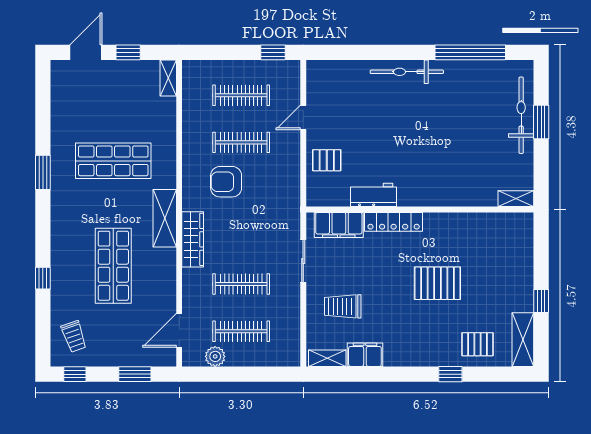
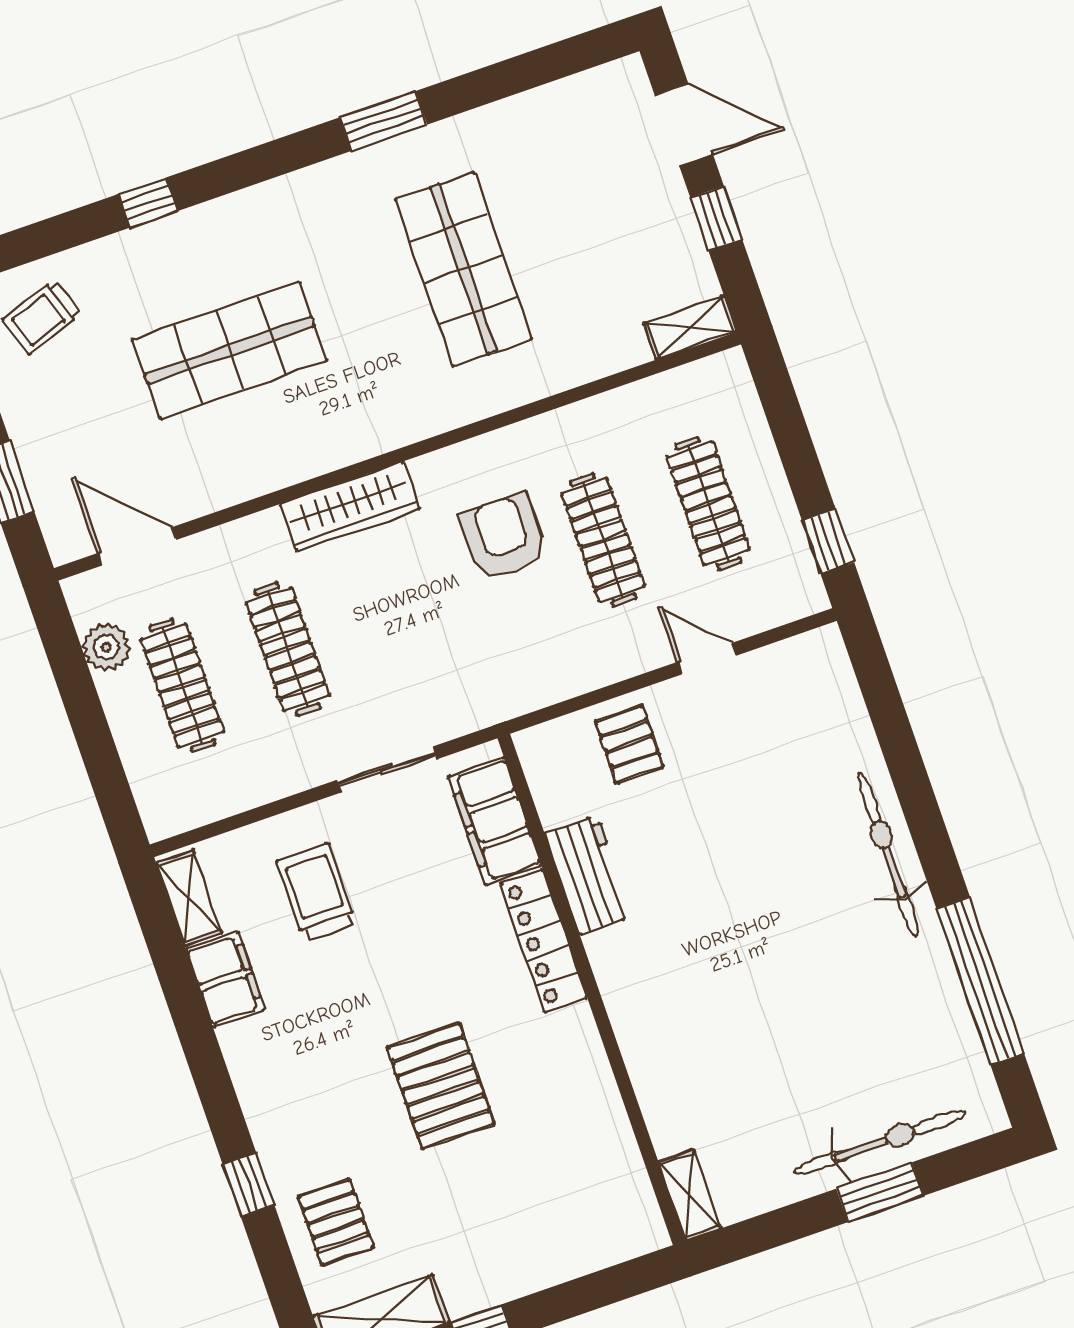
shelving: (165, 218) -> (375, 428), removed

